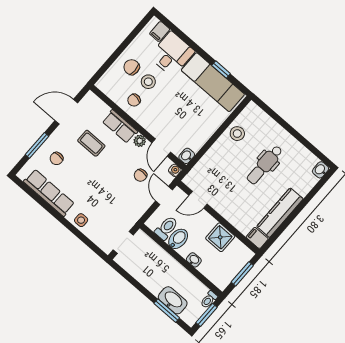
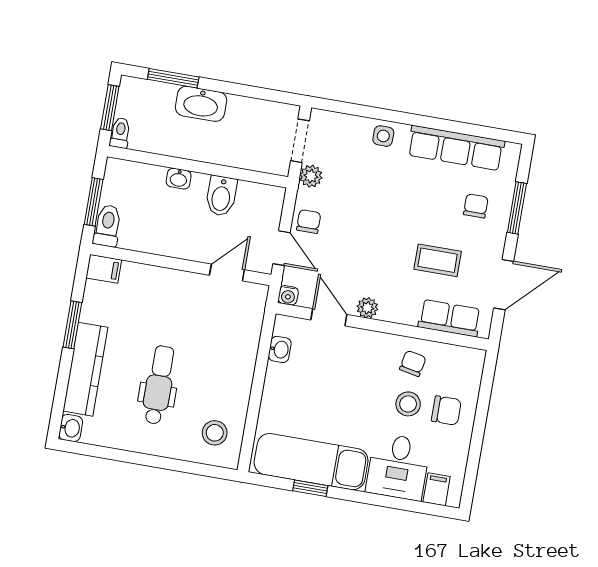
row of seats: (120, 126) -> (450, 318), moved
stool: (237, 134) -> (215, 433), moved
washbasin: (187, 156) -> (280, 349), moved
chair: (140, 175) -> (309, 221), moved
kitchen counter: (280, 213) -> (85, 369), moved
window: (289, 220) -> (72, 325), added
plant: (128, 222) -> (311, 176), added
toilet: (166, 228) -> (107, 226), moved, turned 180
shower: (220, 237) -> (160, 236), removed
washbasin: (173, 300) -> (201, 104), moved

